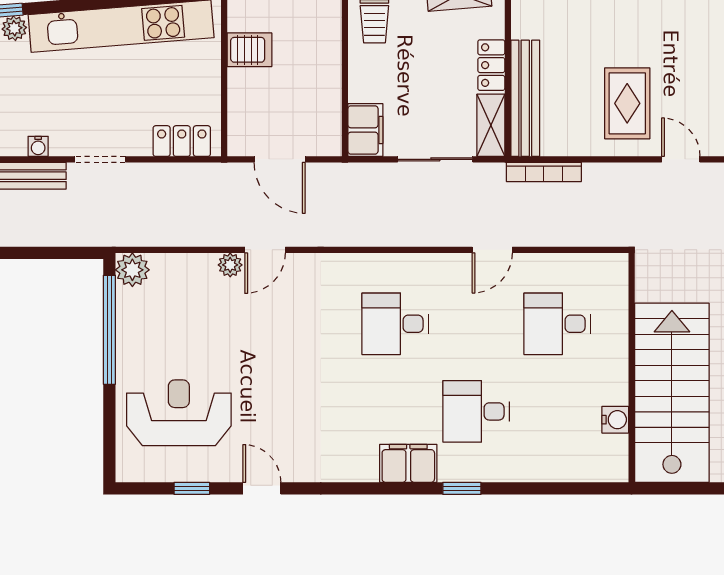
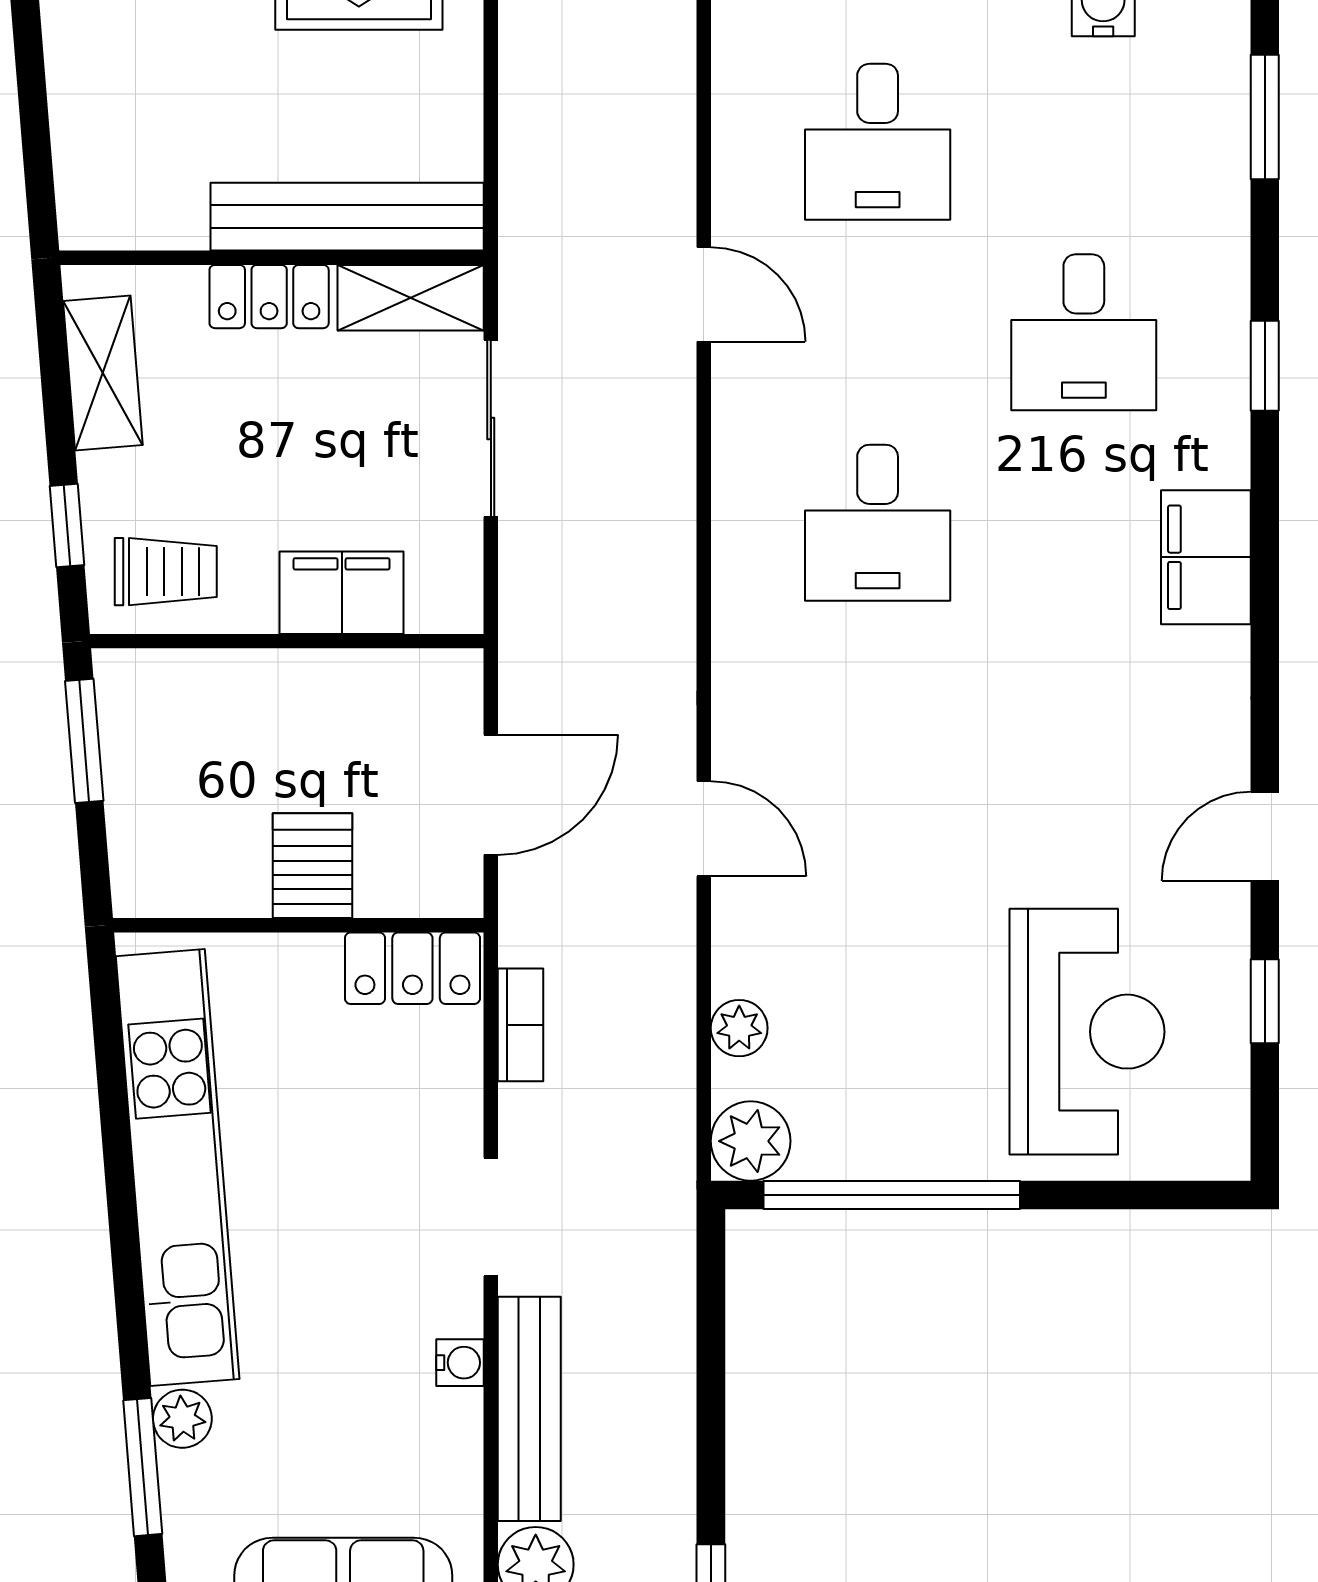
server rack: (249, 50) -> (313, 866), moved
filing cabinet: (365, 130) -> (342, 593), moved
locker: (182, 141) -> (412, 968), moved, turned -90
bookcase: (544, 172) -> (520, 1025), moved, width x0.64
plant: (230, 265) -> (739, 1028), moved
reception desk: (179, 413) -> (1087, 1032), turned 180
filing cabinet: (408, 463) -> (1206, 557), moved
window: (568, 488) -> (1265, 117), added

